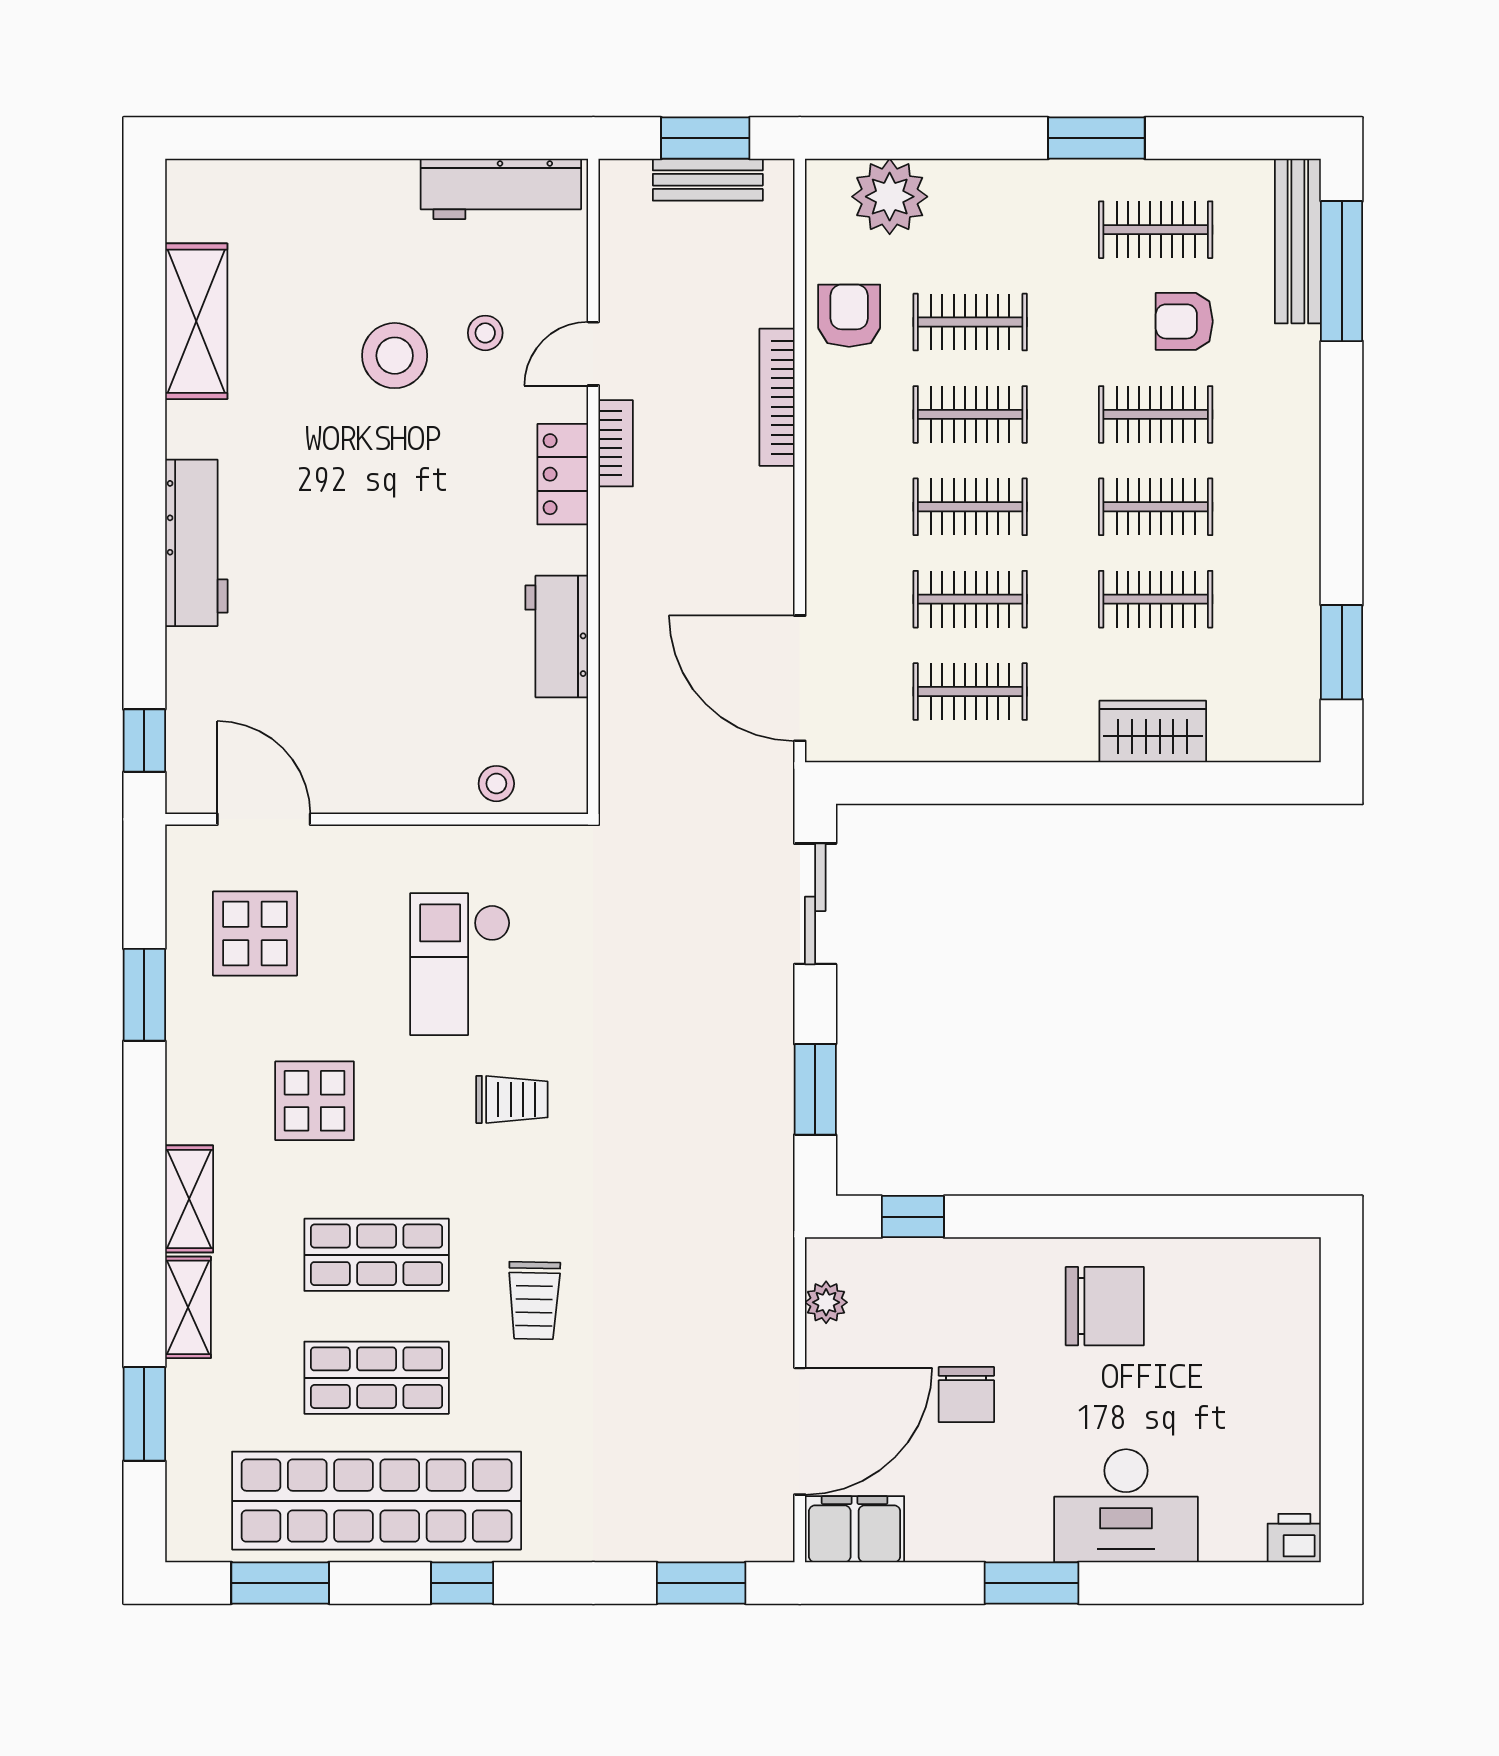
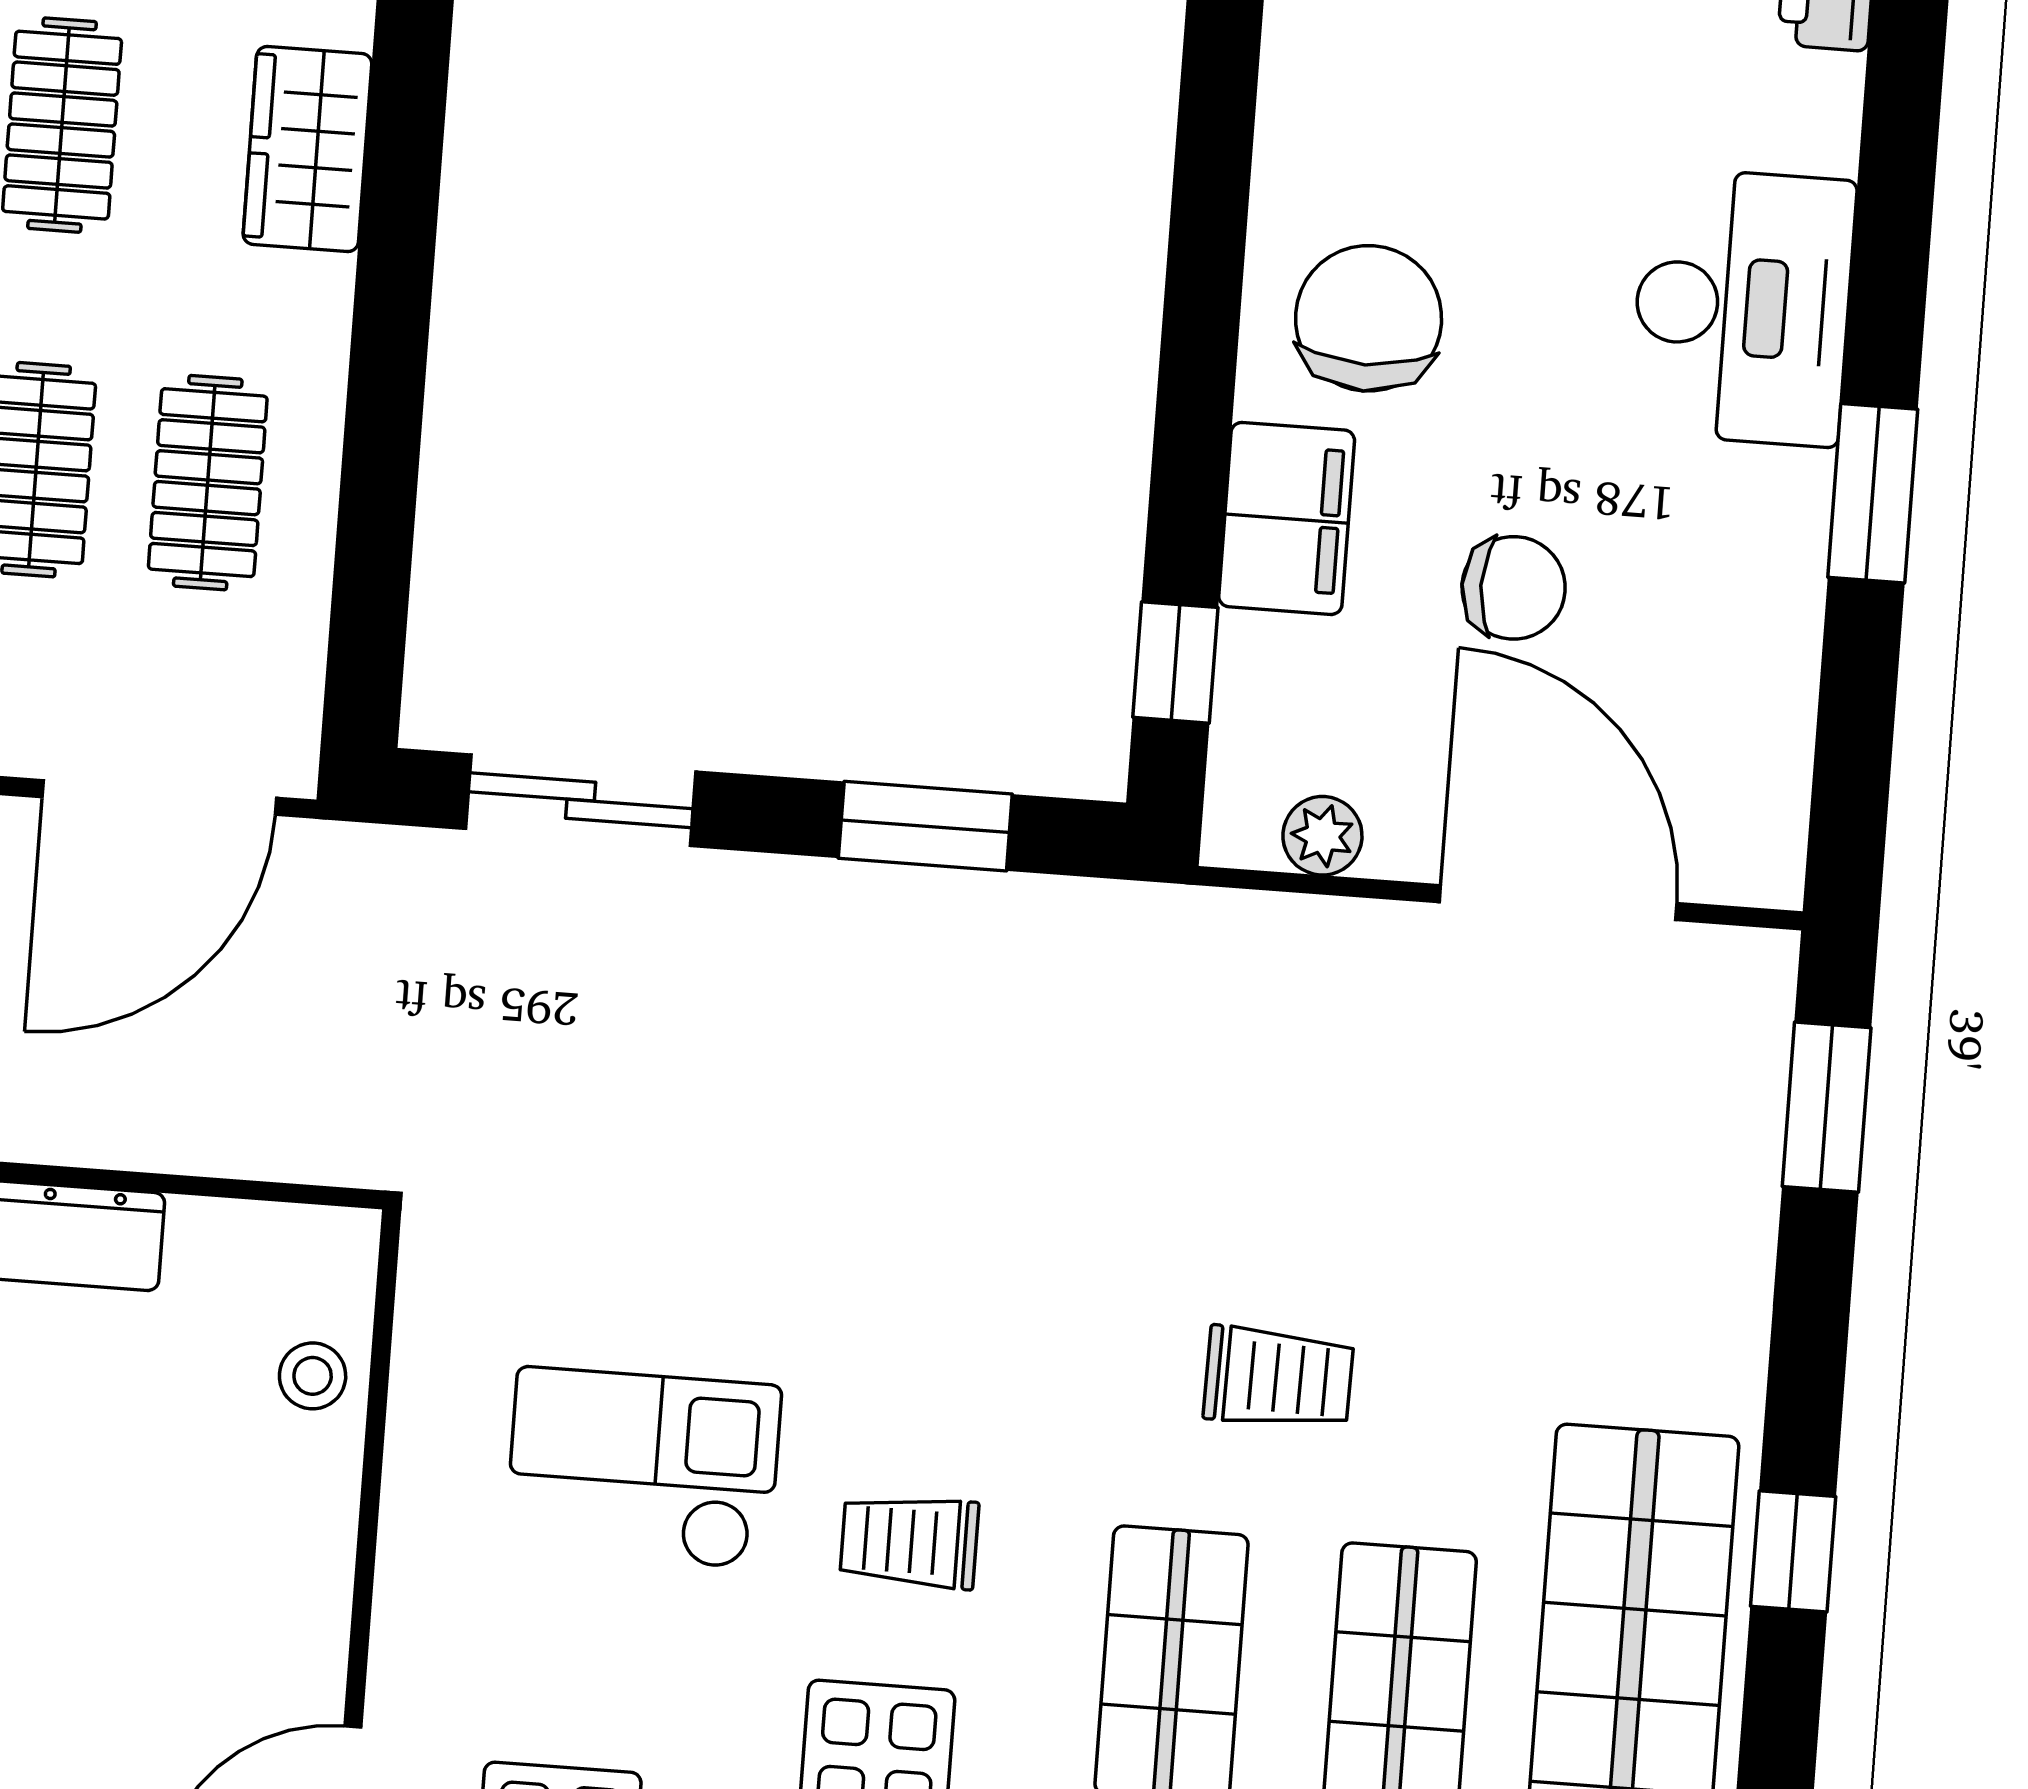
checkout: (460, 964) -> (643, 1468), turned 180
trolley: (512, 1099) -> (909, 1541), moved, turned -90
filing cabinet: (855, 1529) -> (1287, 518), moved, turned 180

